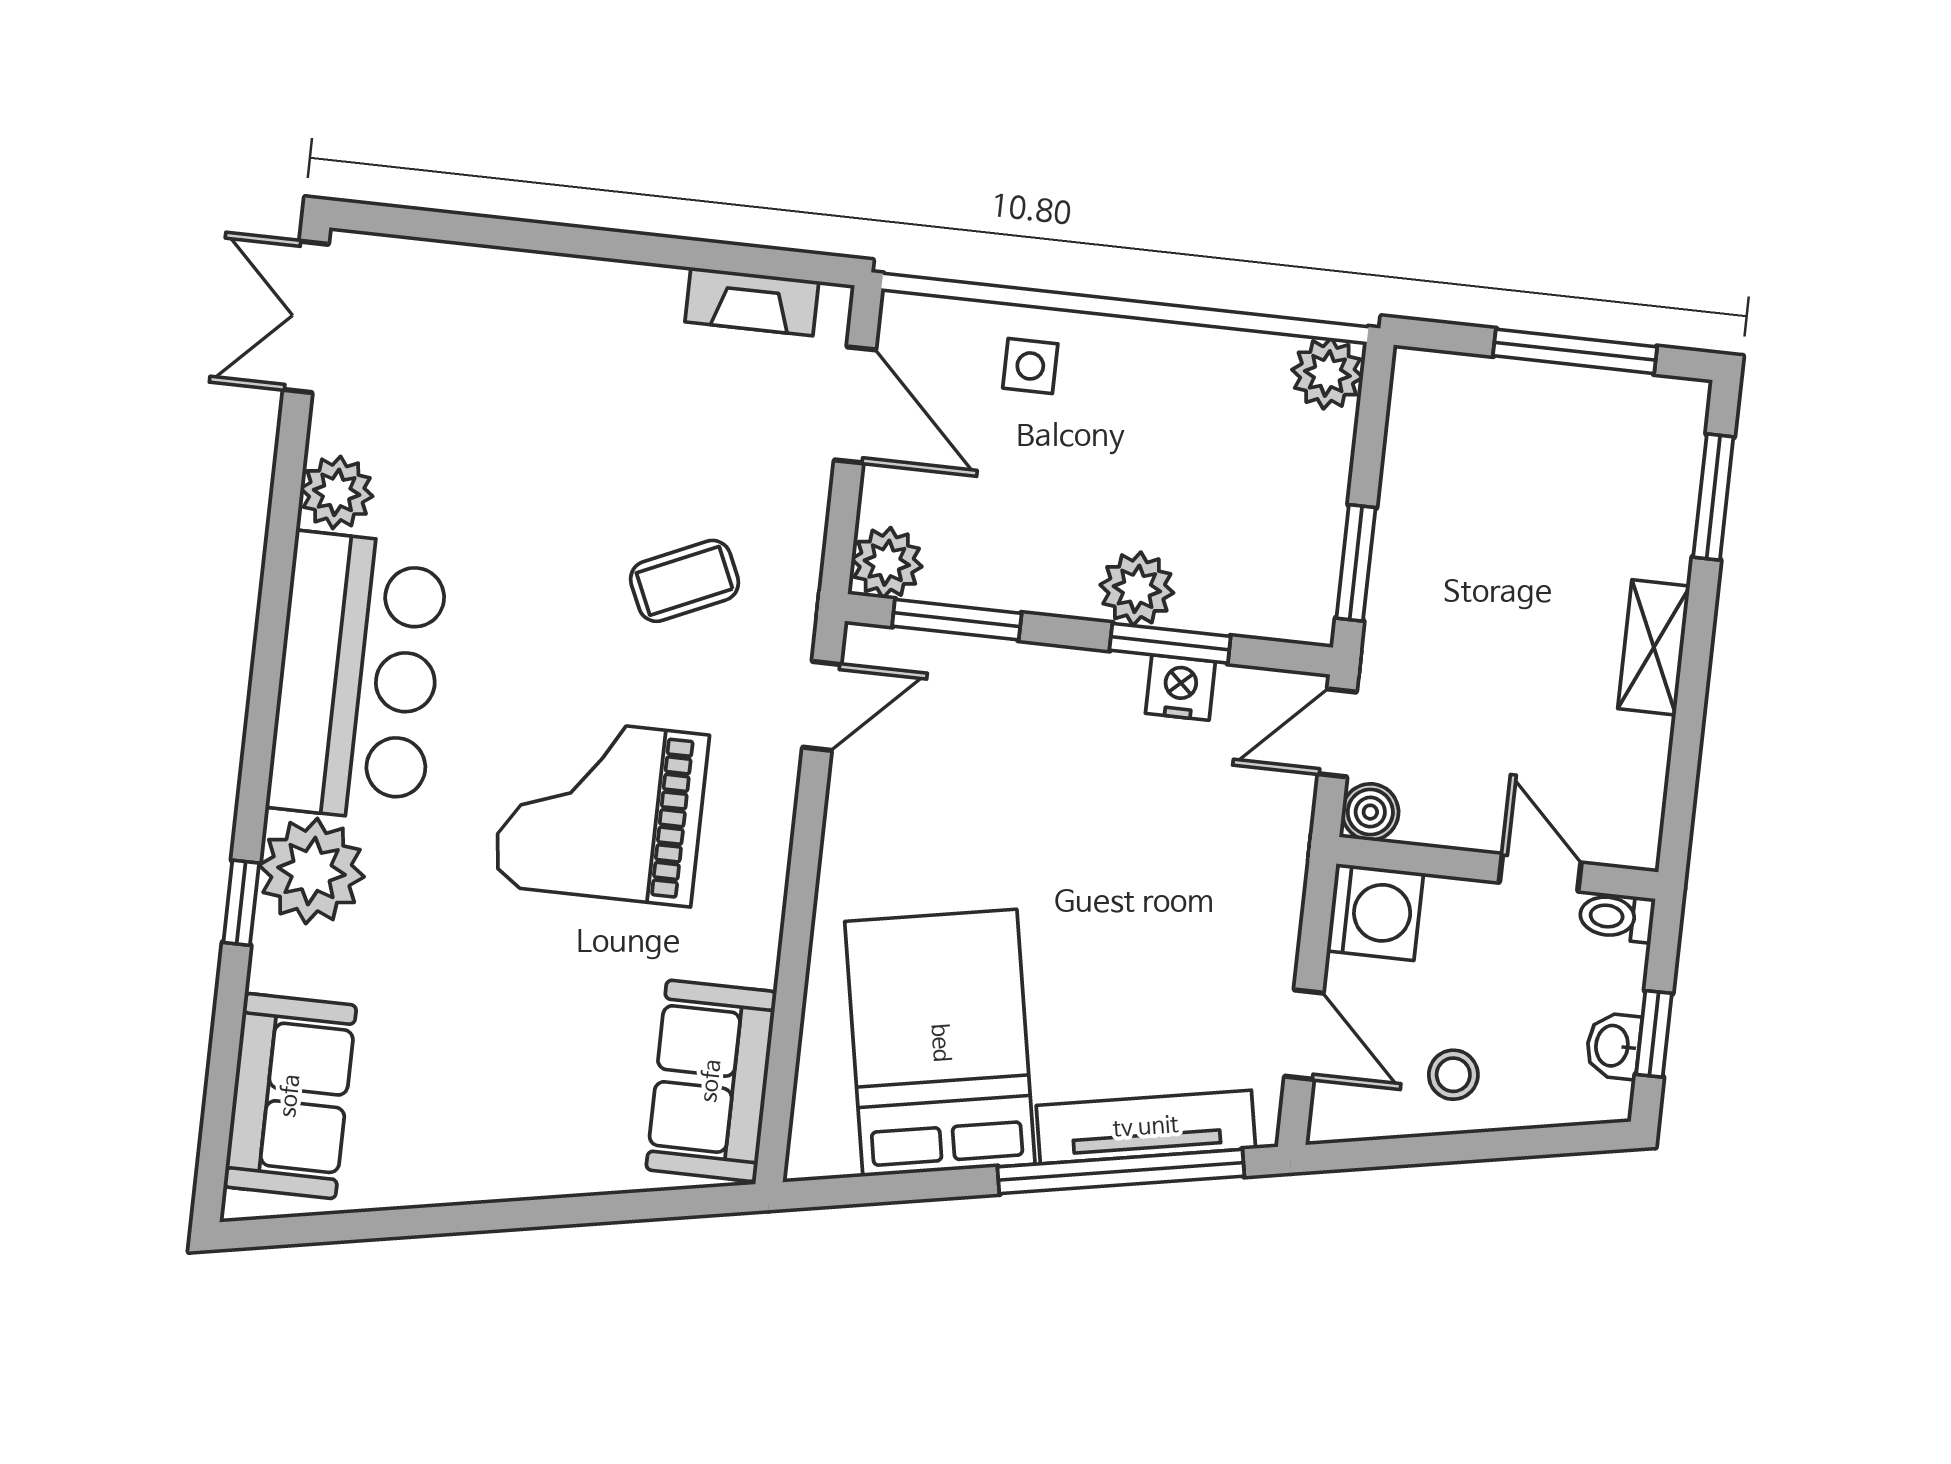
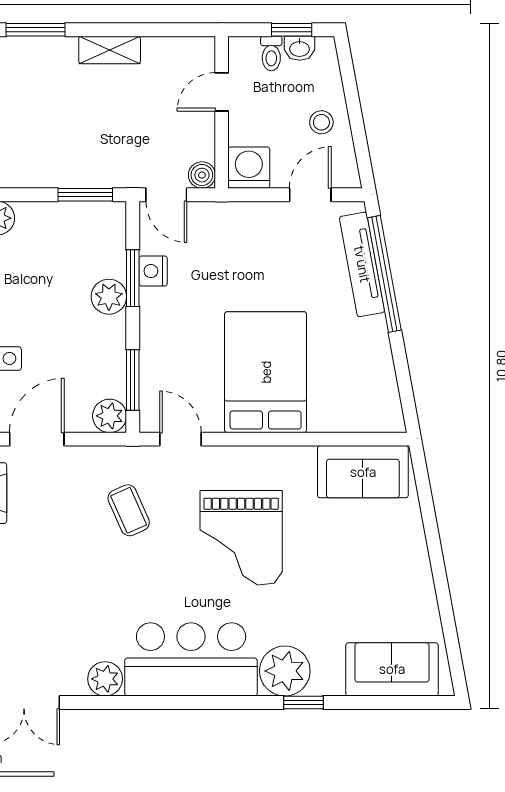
toilet: (1617, 917) -> (271, 53), moved
bed: (940, 1043) -> (266, 372), moved, turned 100

